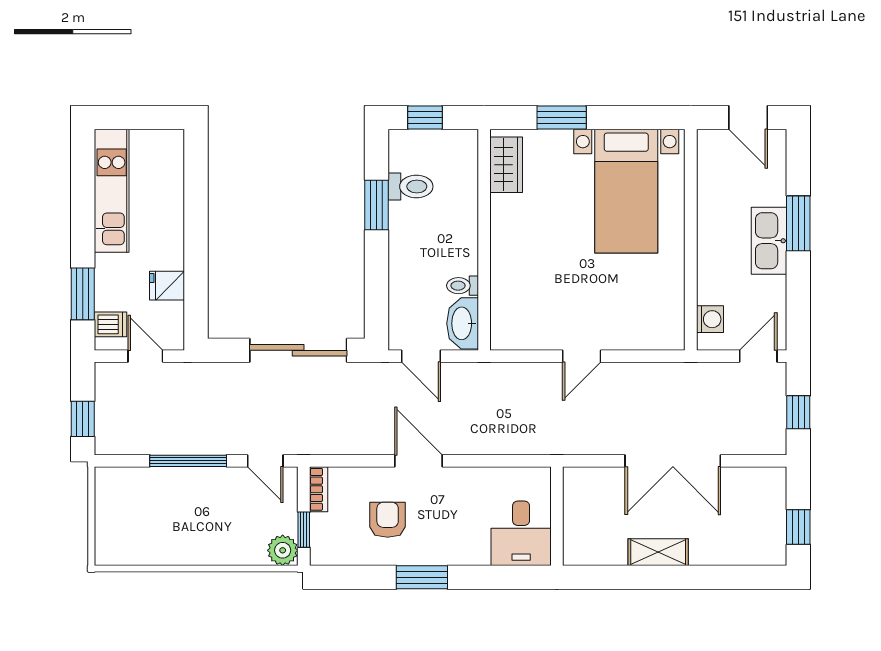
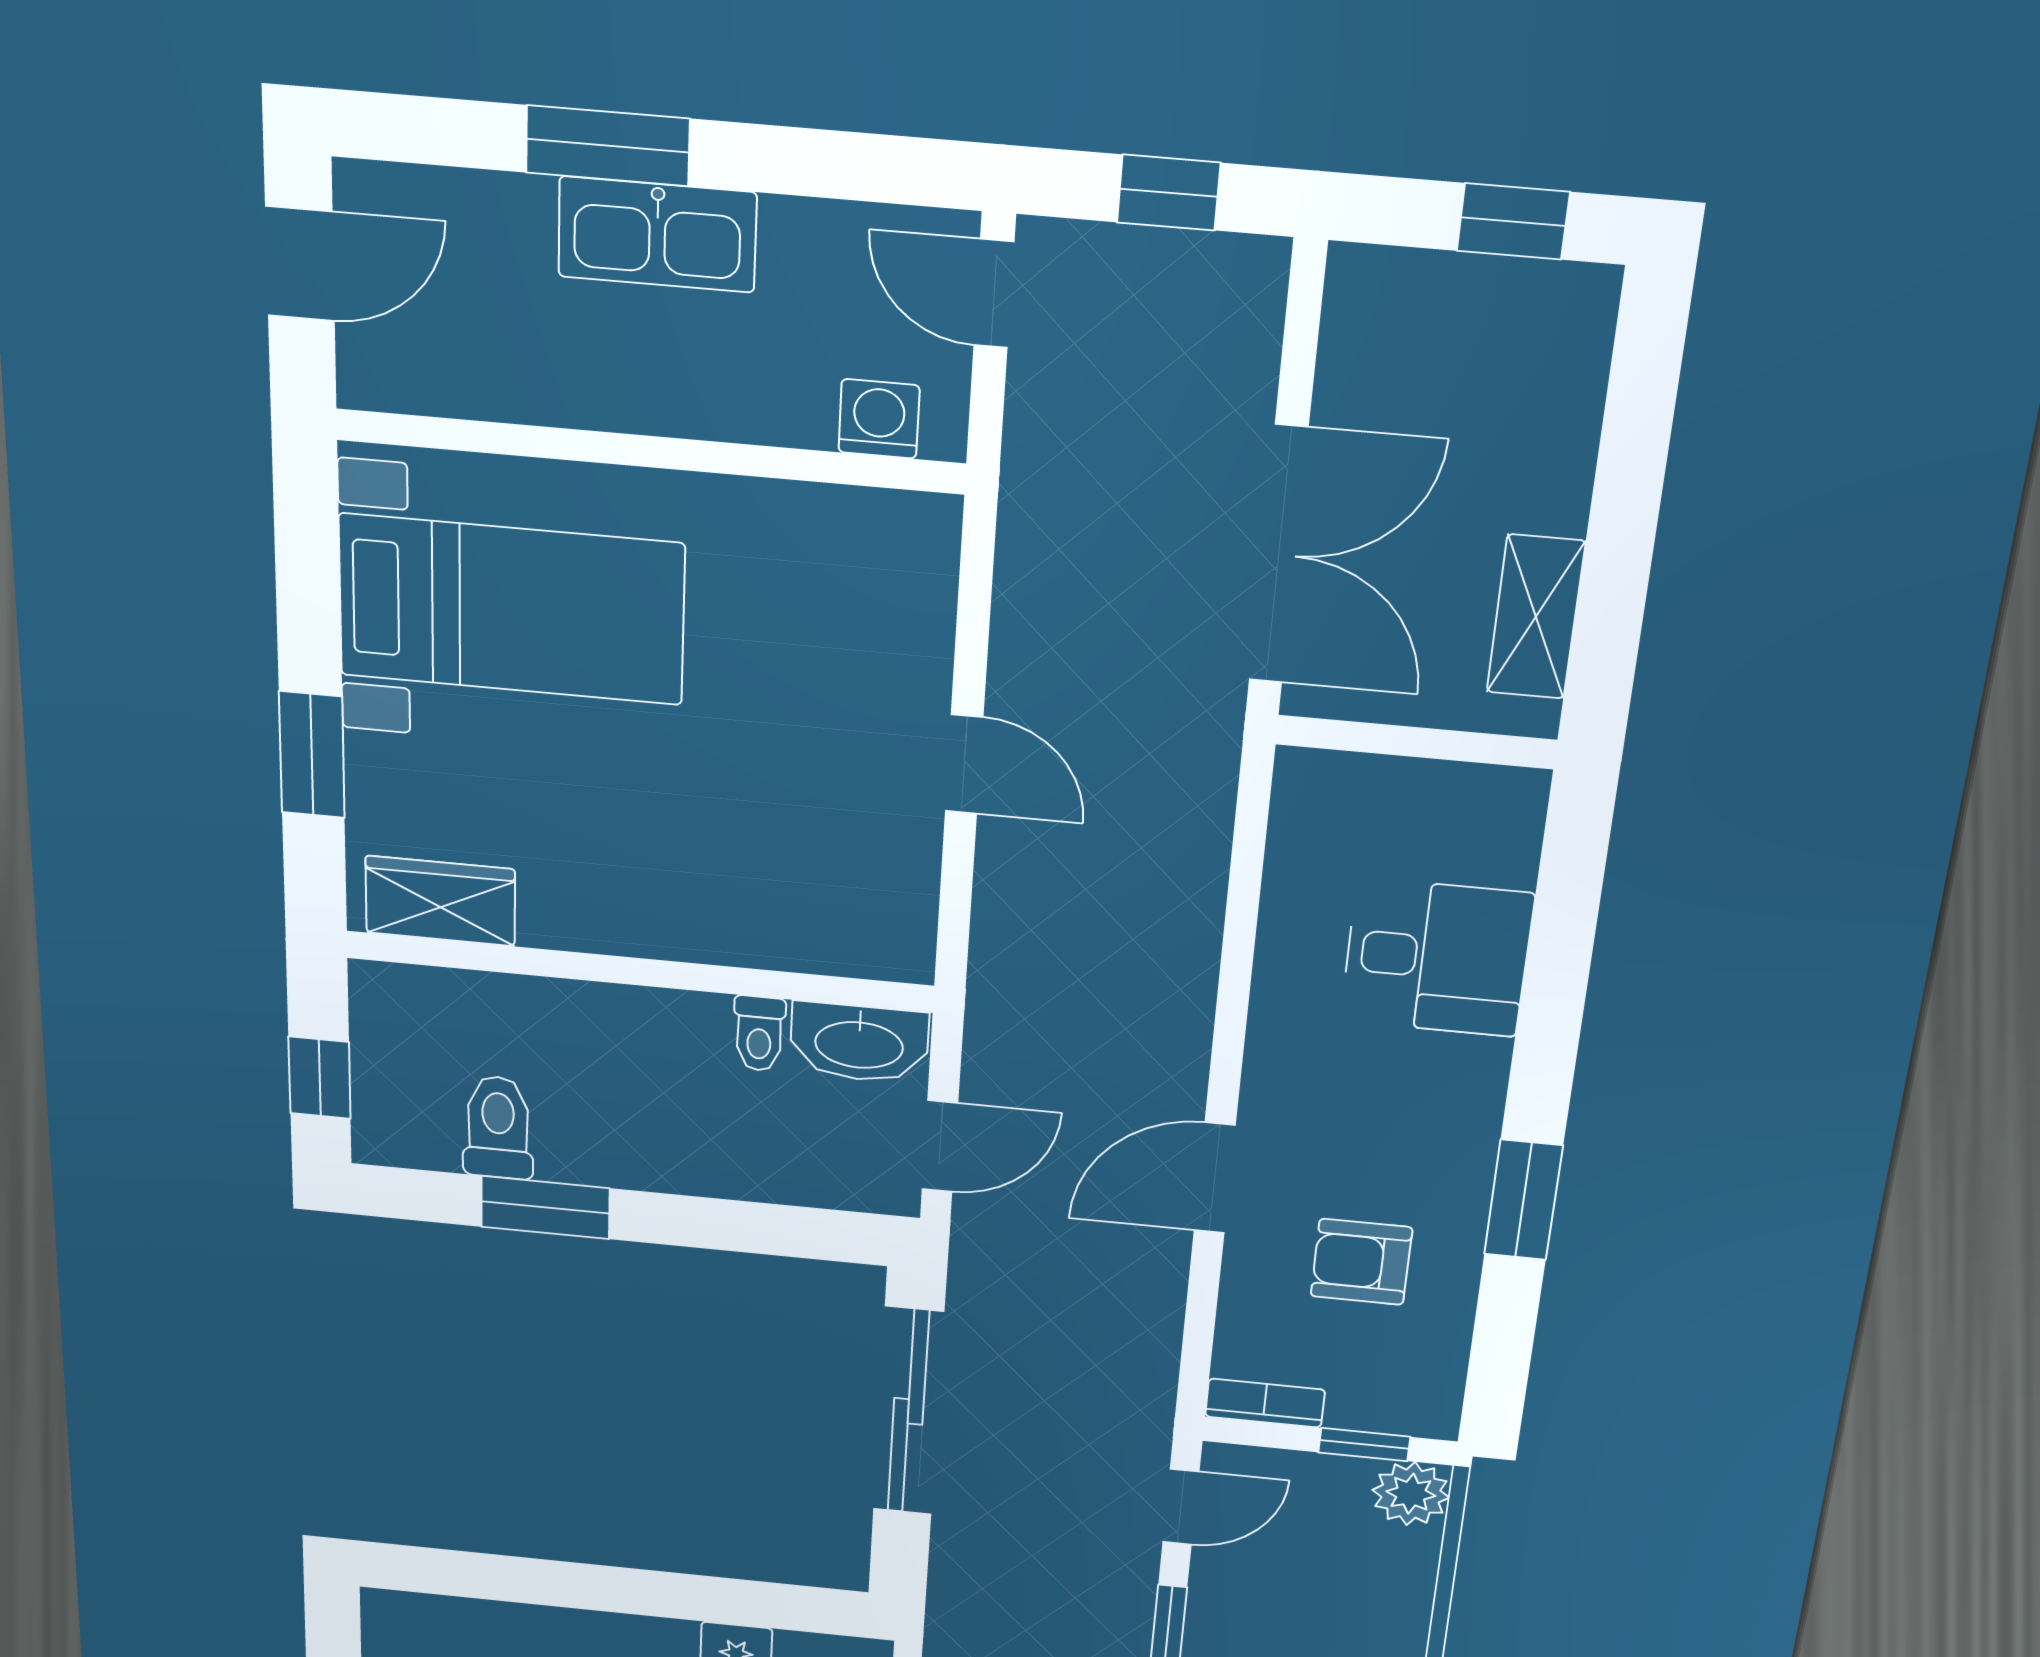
wall: (557, 516) -> (1416, 742), moved

